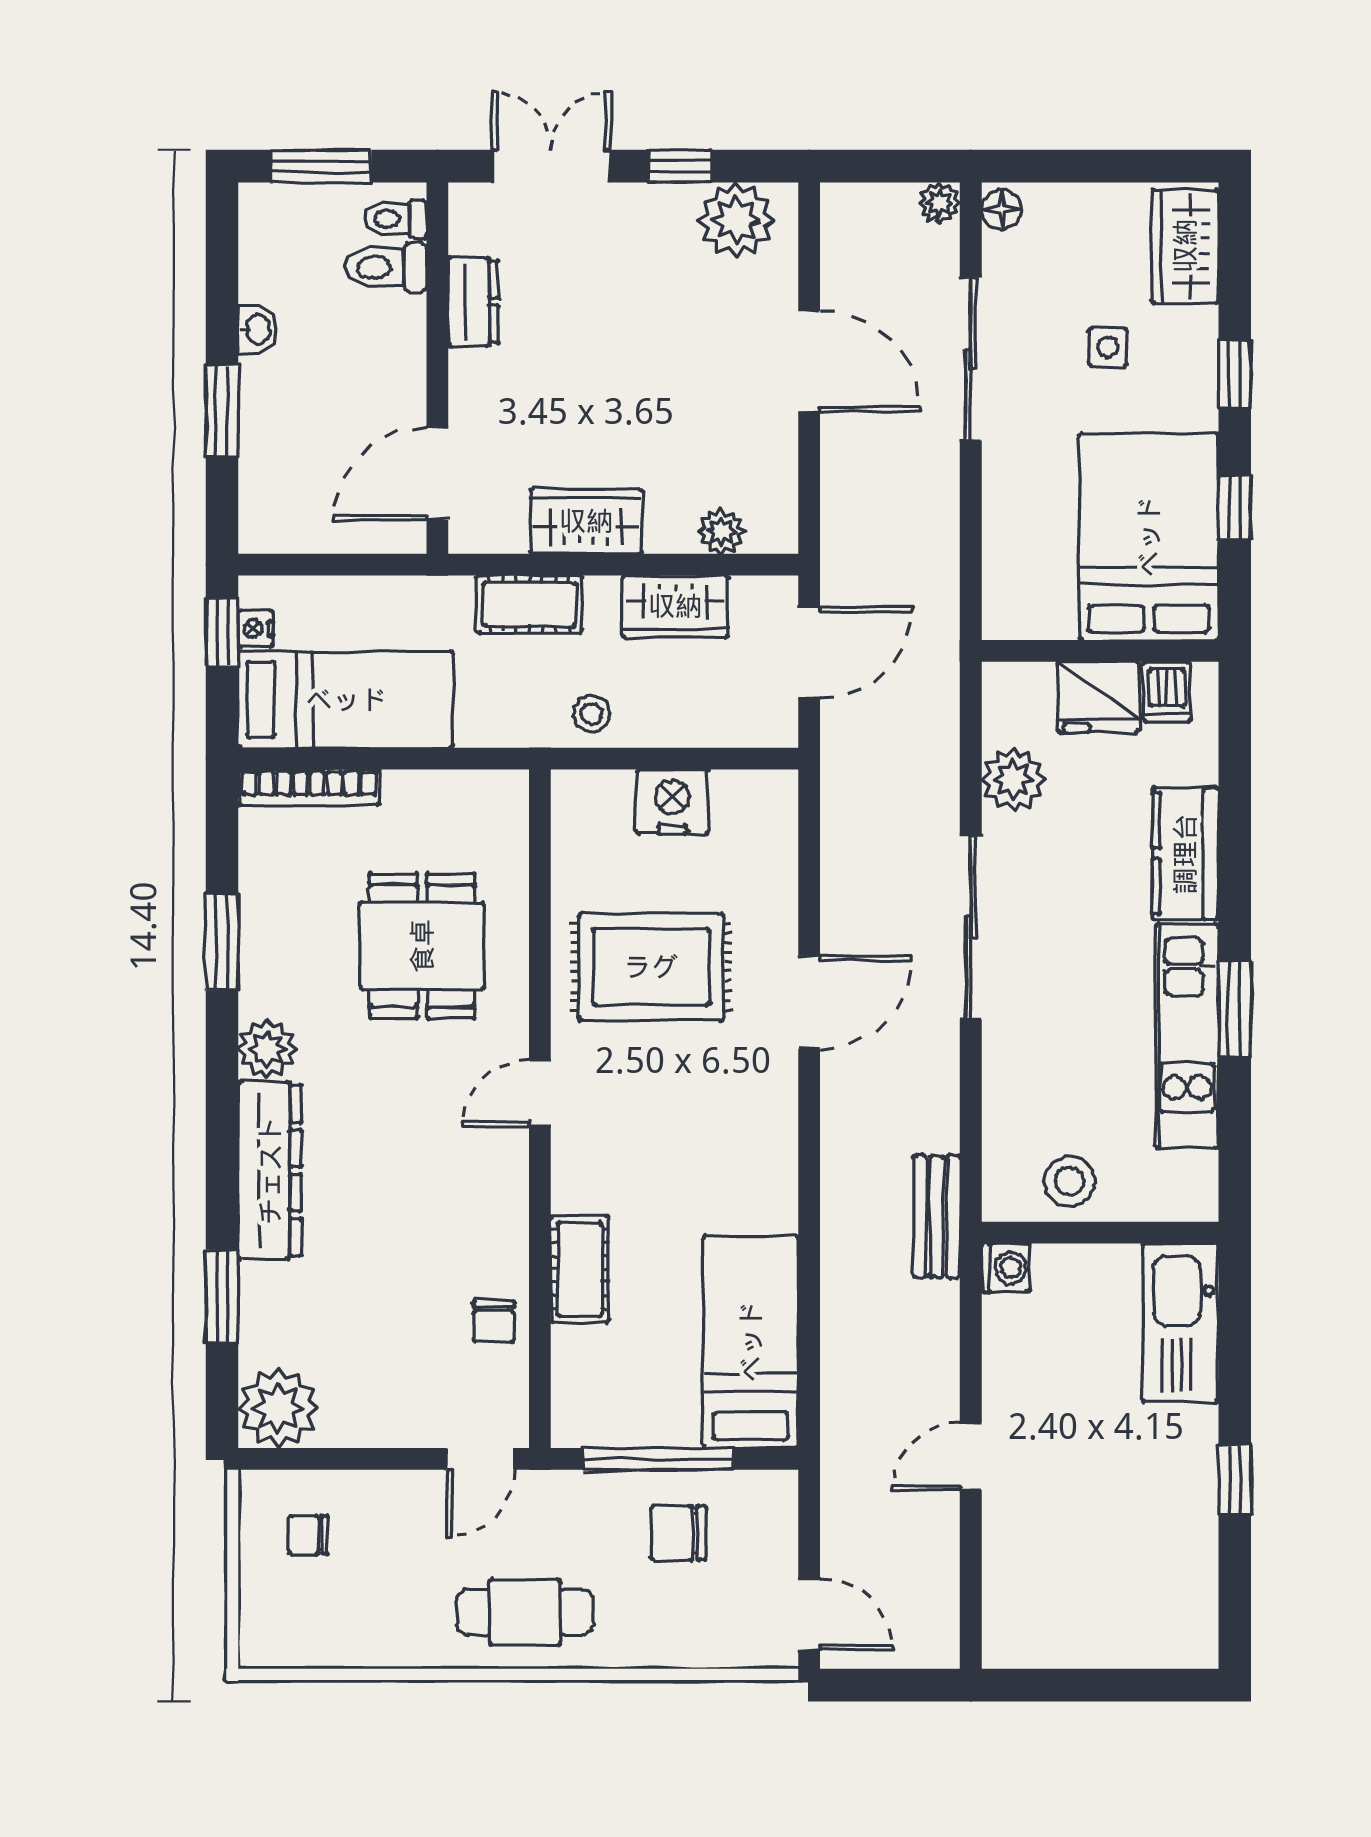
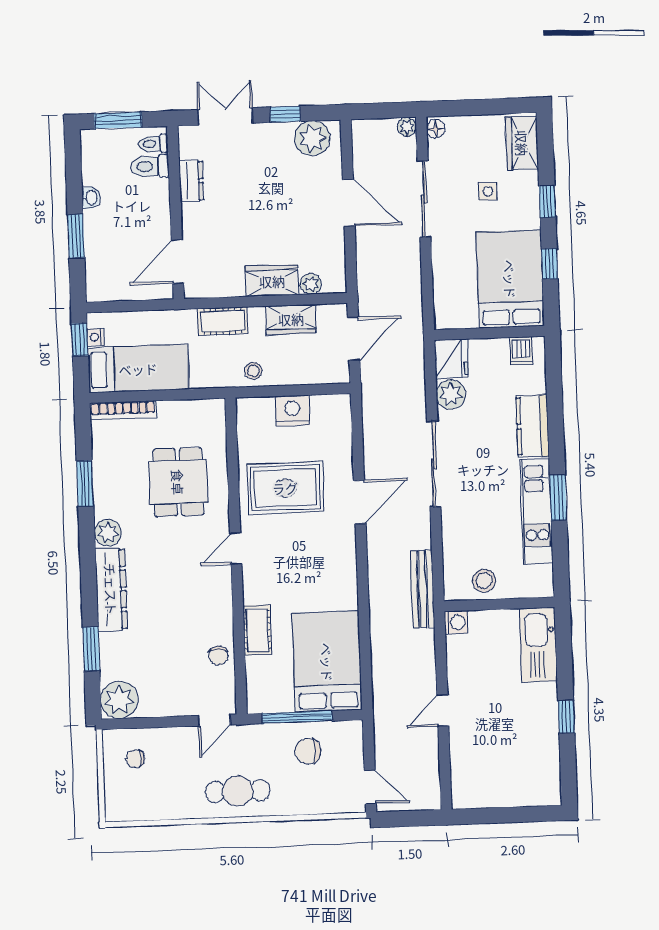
wardrobe: (586, 521) -> (272, 281), moved
fridge: (1098, 697) -> (451, 359), moved, turned -90
bench: (937, 1217) -> (422, 589), width x1.36
bed: (751, 1342) -> (327, 662), width x1.50

